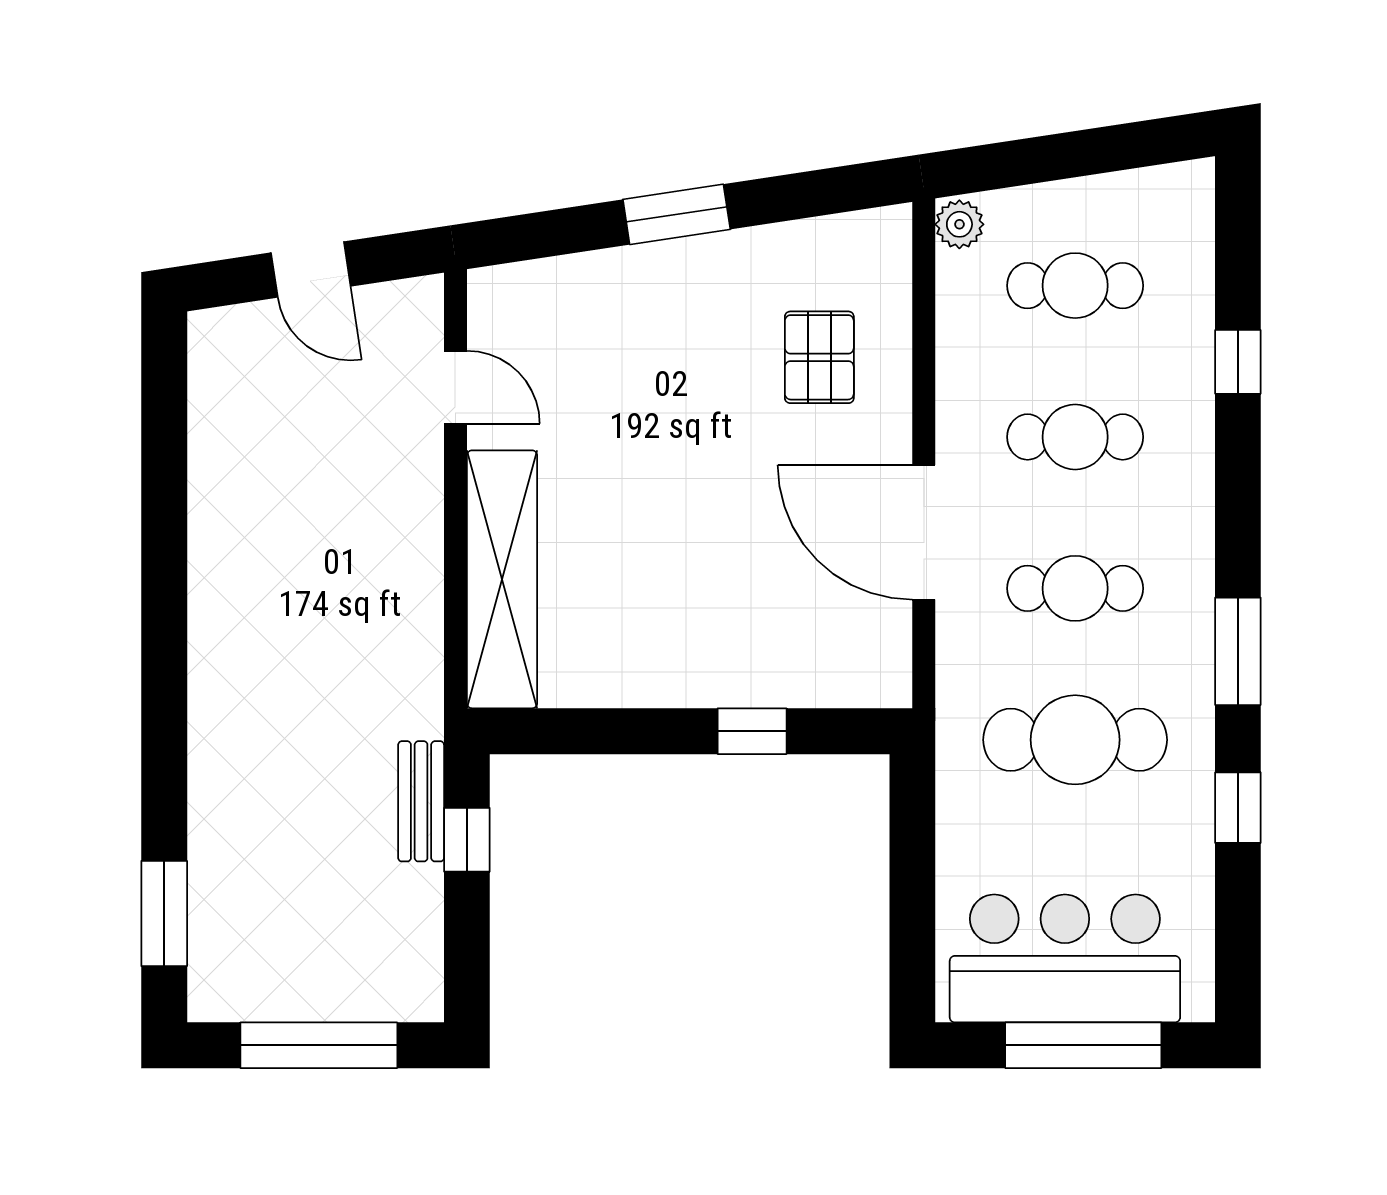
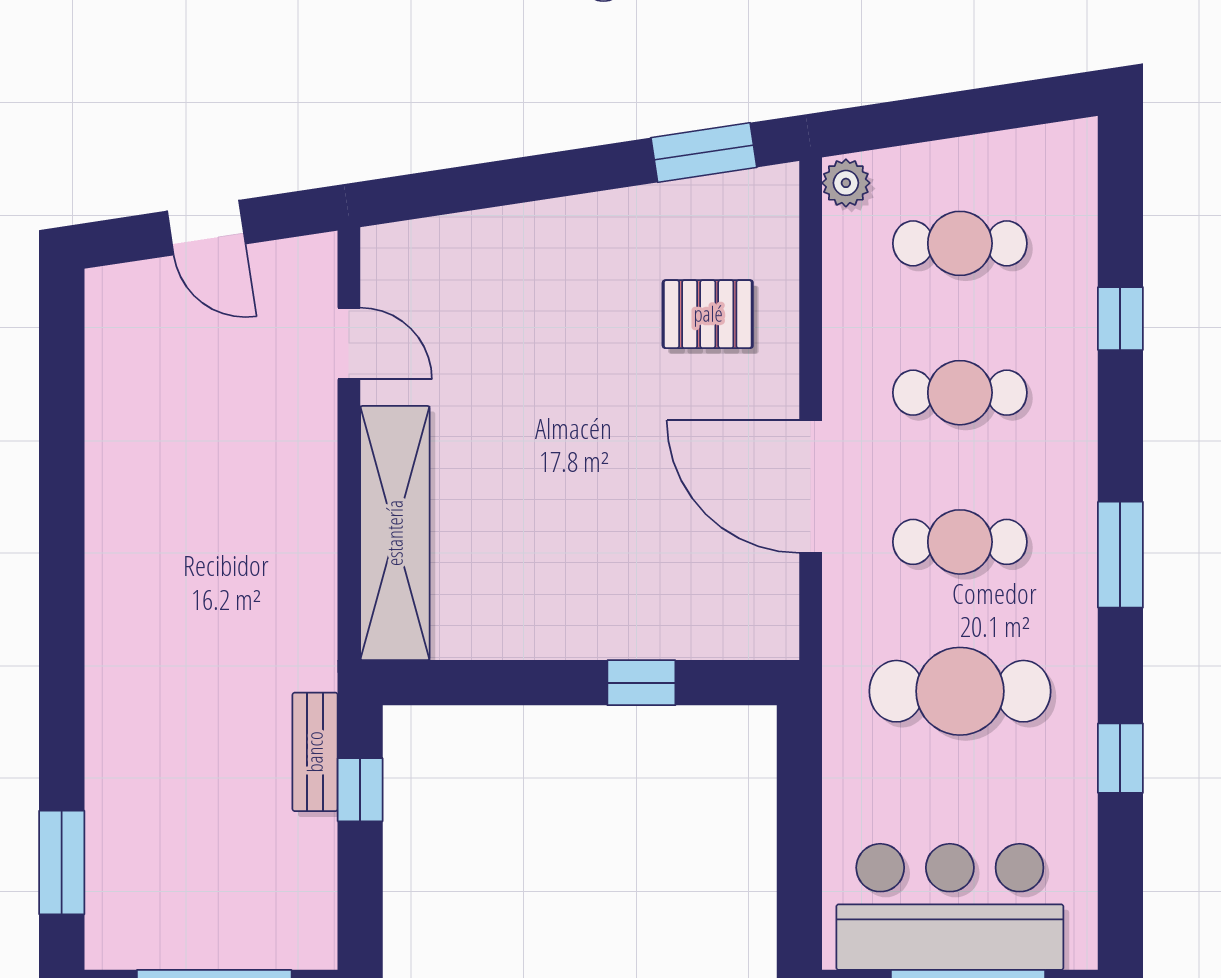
window: (677, 214) -> (704, 152), moved
pallet: (819, 357) -> (708, 314), turned 90
window: (1238, 651) -> (1120, 555), moved

